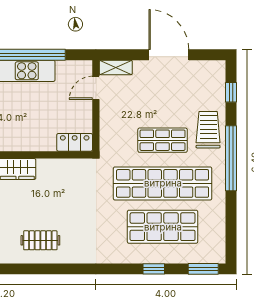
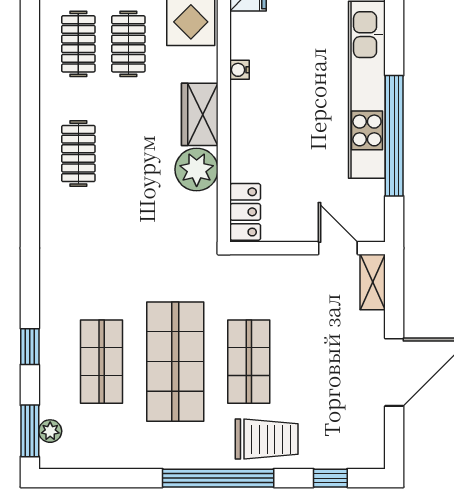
plant: (50, 171) -> (197, 169), added
shop shelf: (163, 183) -> (175, 362), width x0.71
shop shelf: (163, 227) -> (102, 362), width x0.70, depth x0.74
plant: (203, 257) -> (50, 431), added

